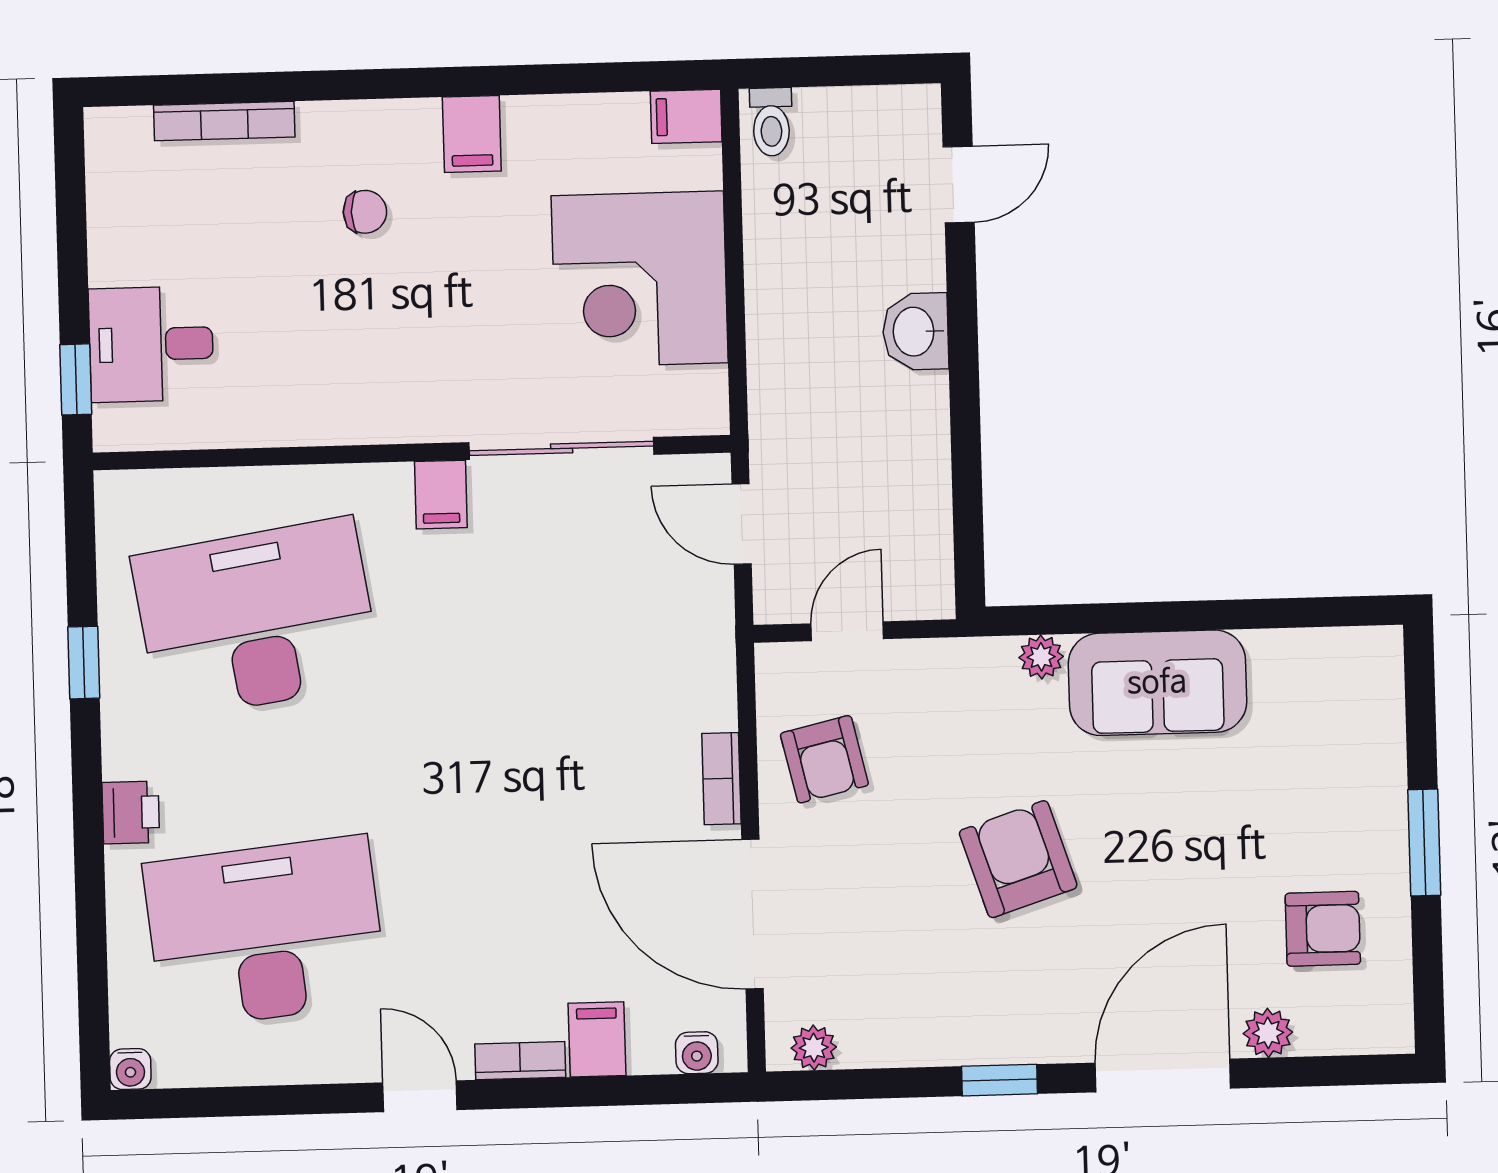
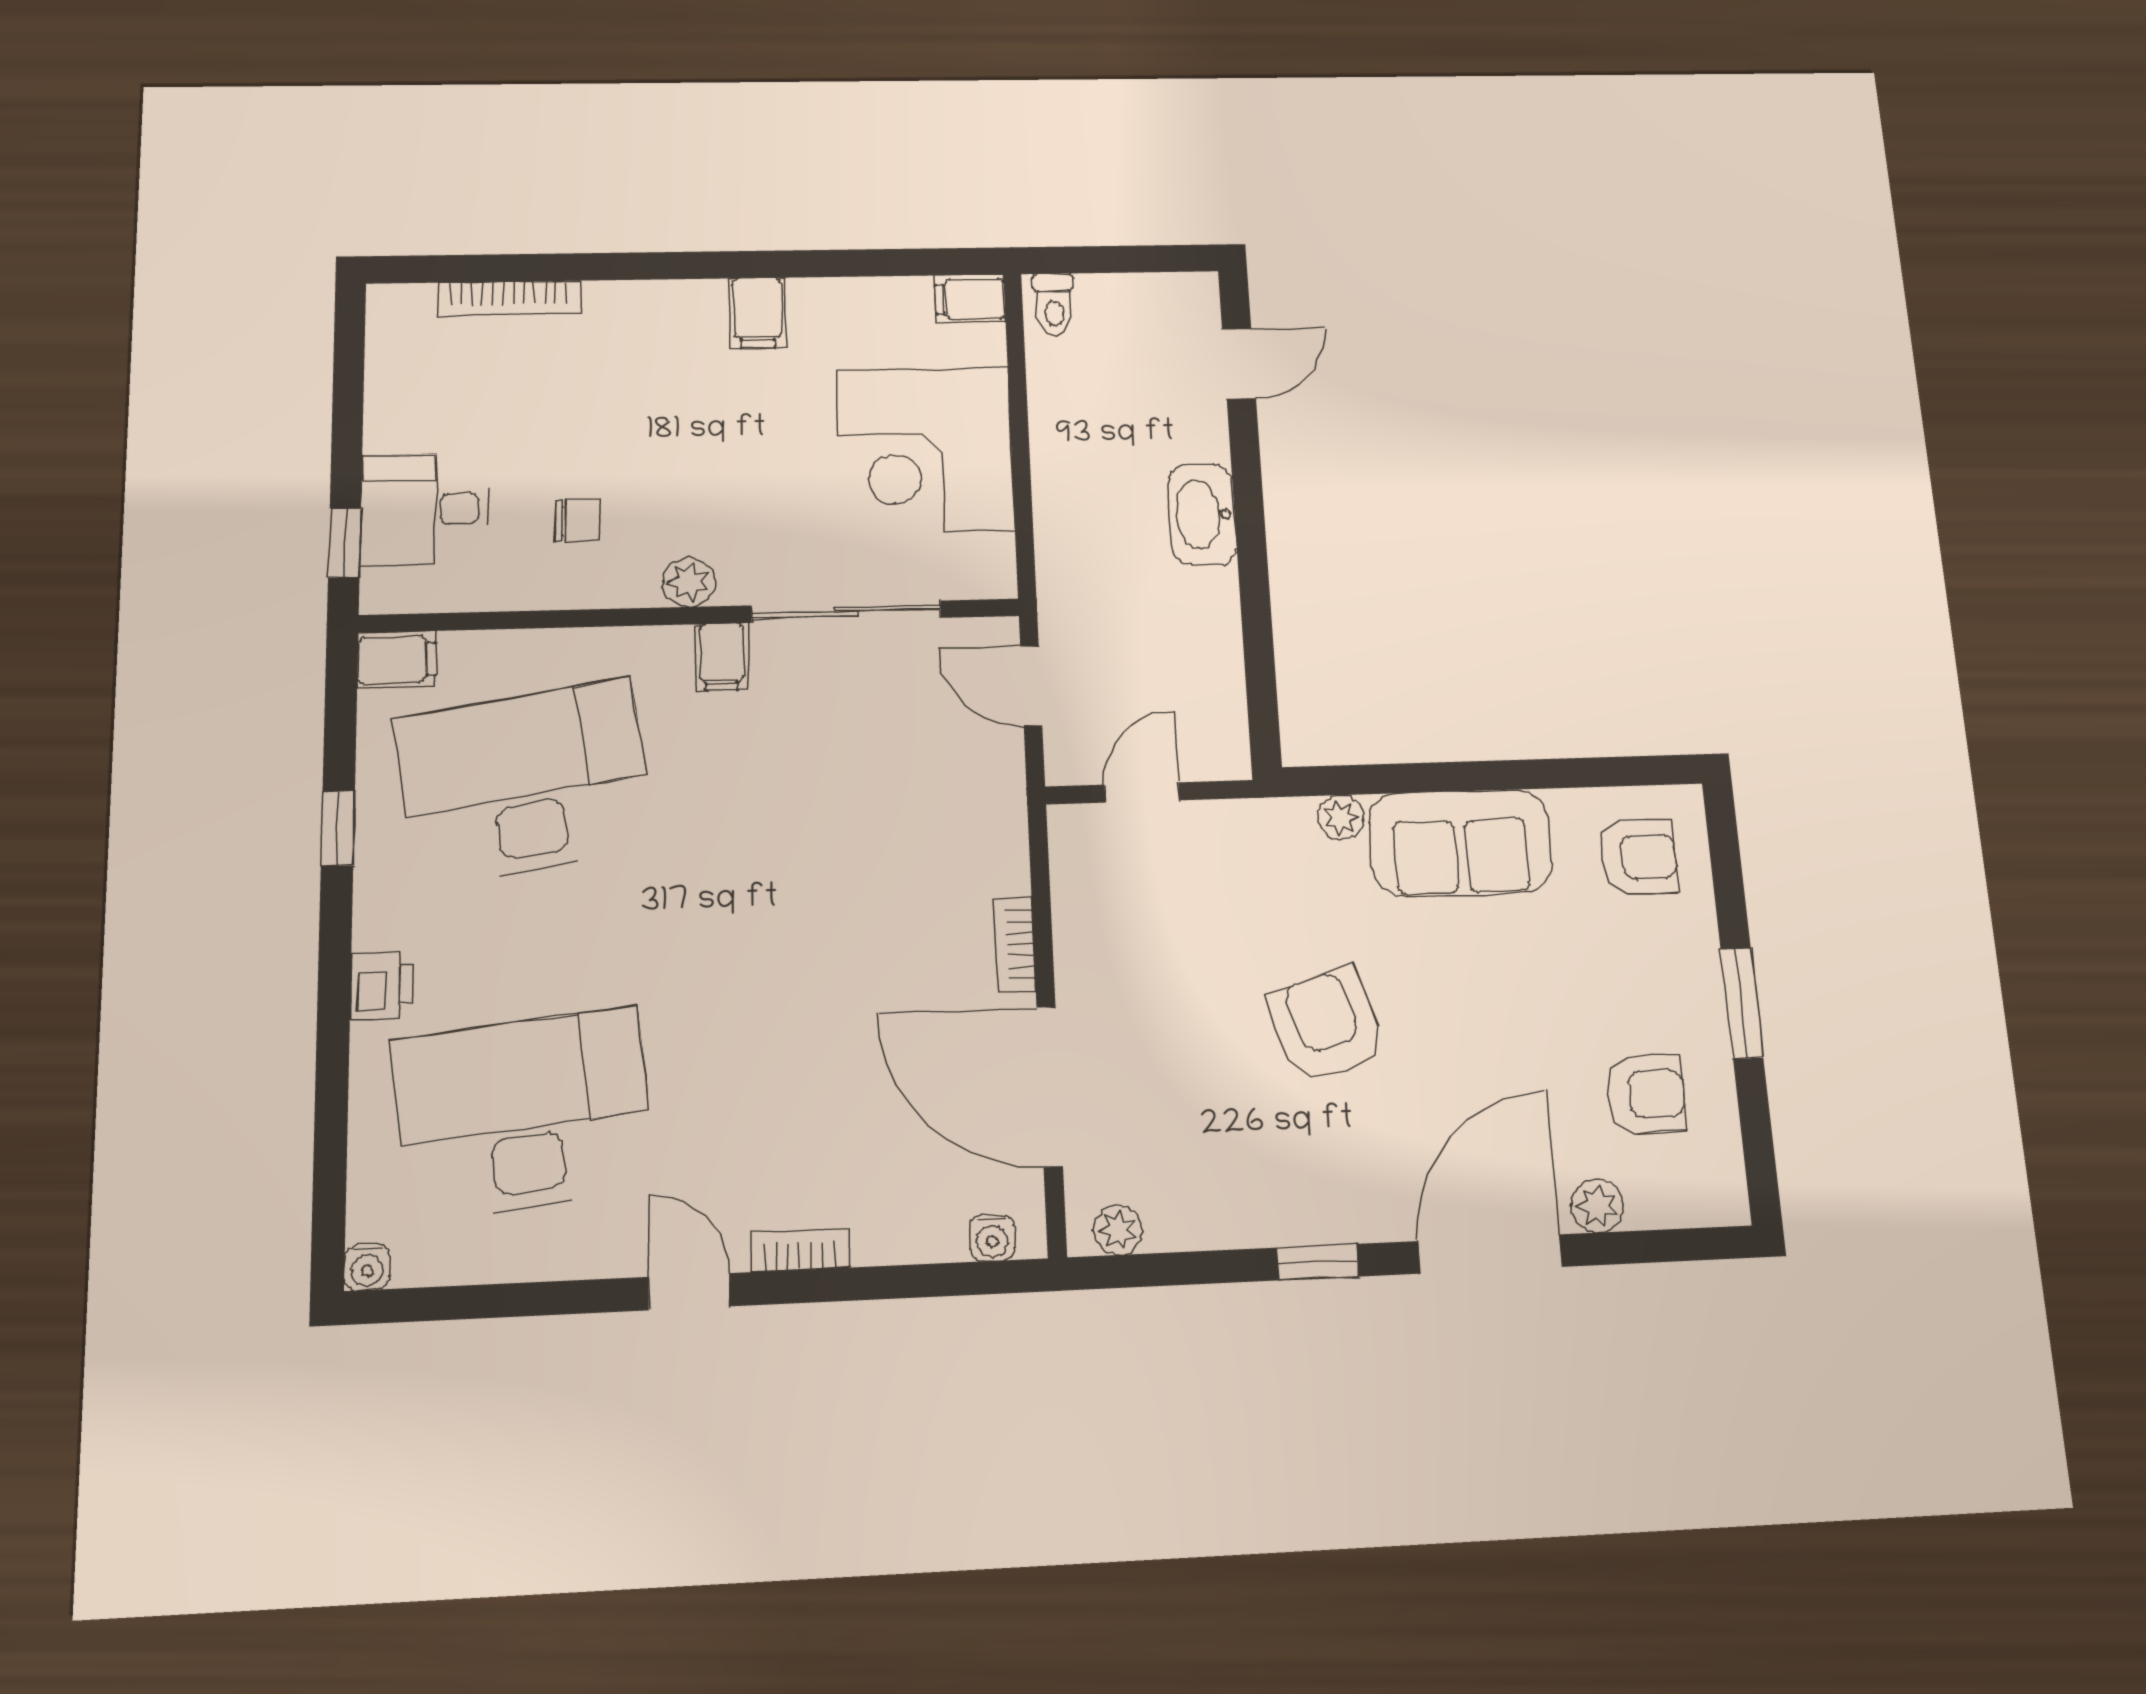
chair: (365, 212) -> (577, 520), moved
washbasin: (915, 332) -> (1202, 514), width x1.38
plant: (408, 418) -> (688, 582), added
armchair: (824, 759) -> (1638, 857), moved, turned -77
filing cabinet: (597, 1039) -> (397, 660), moved, turned 90

